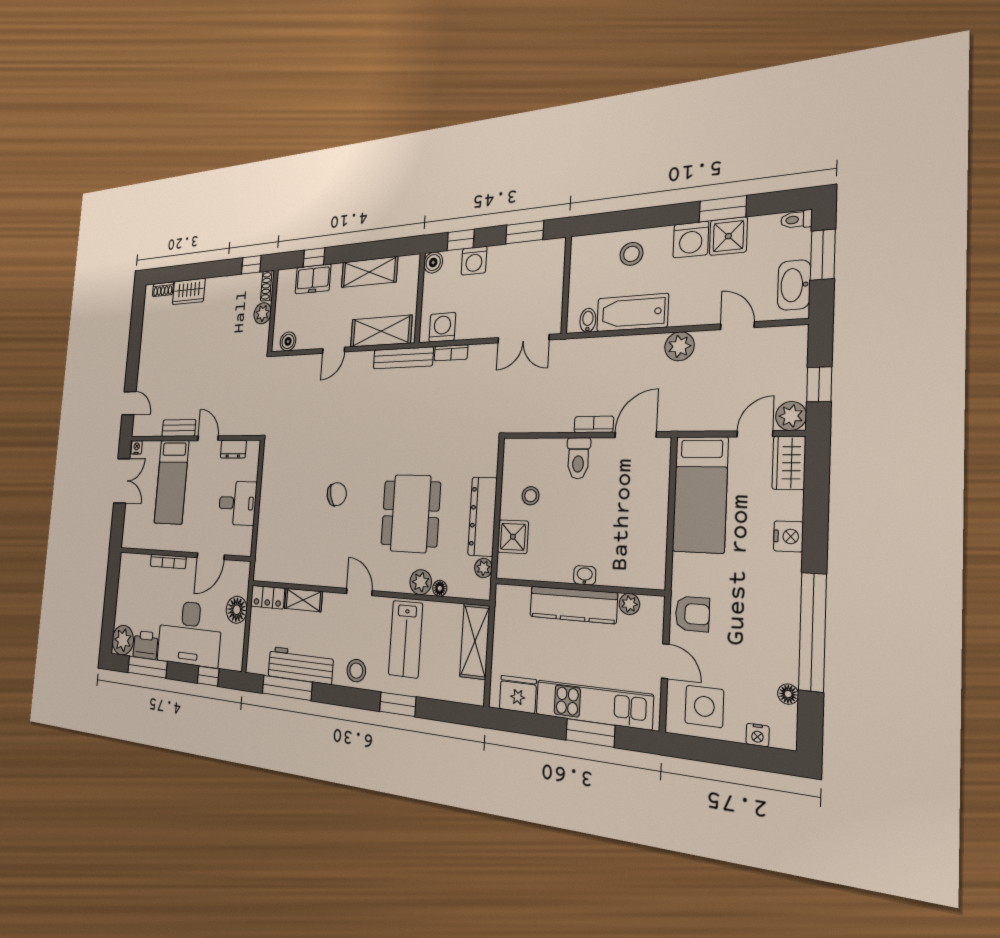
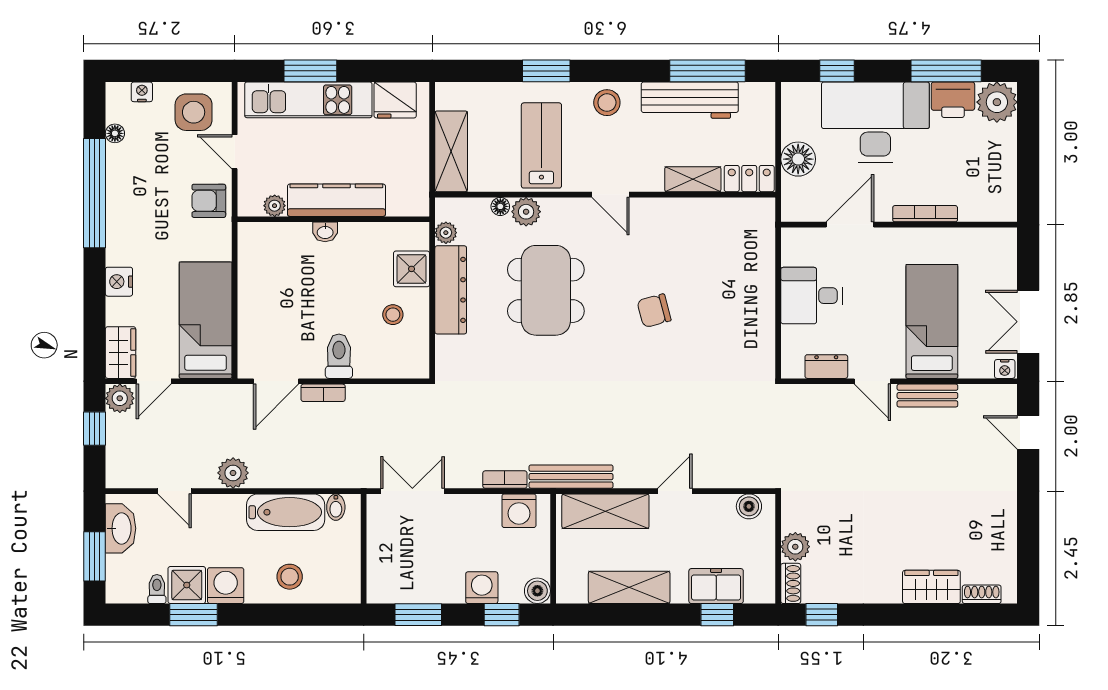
toilet: (796, 220) -> (157, 589), moved, turned -90

